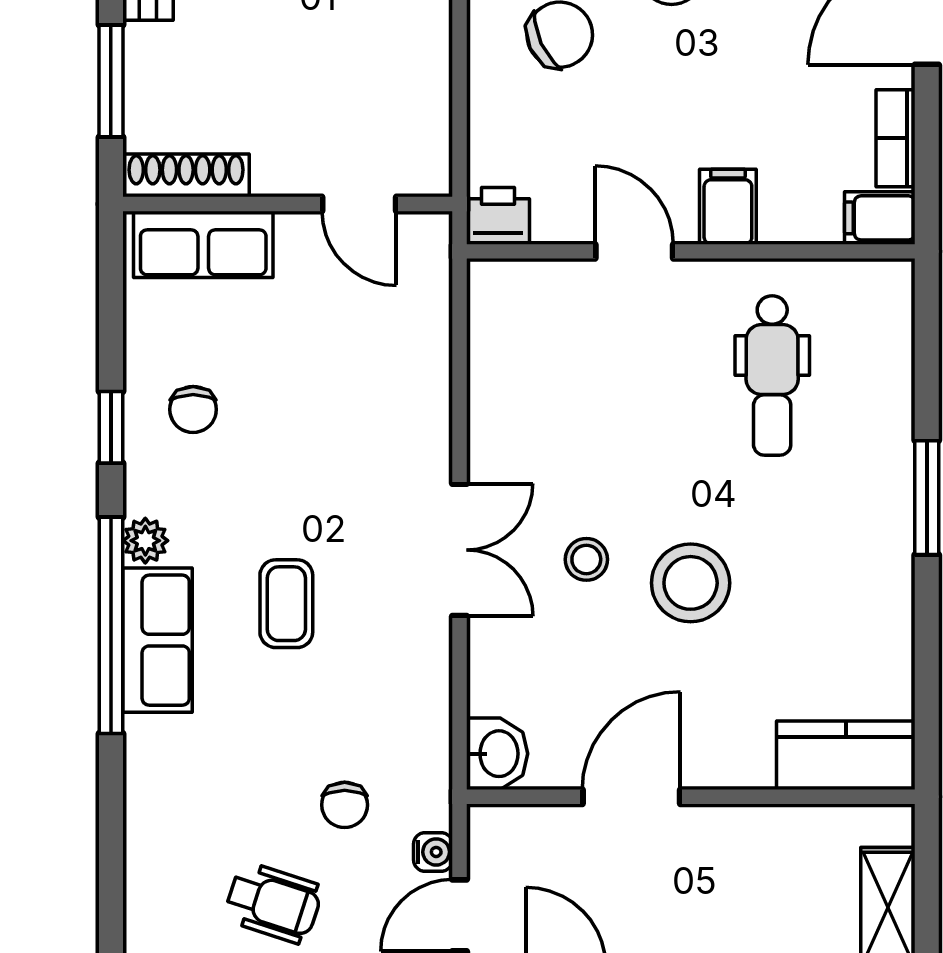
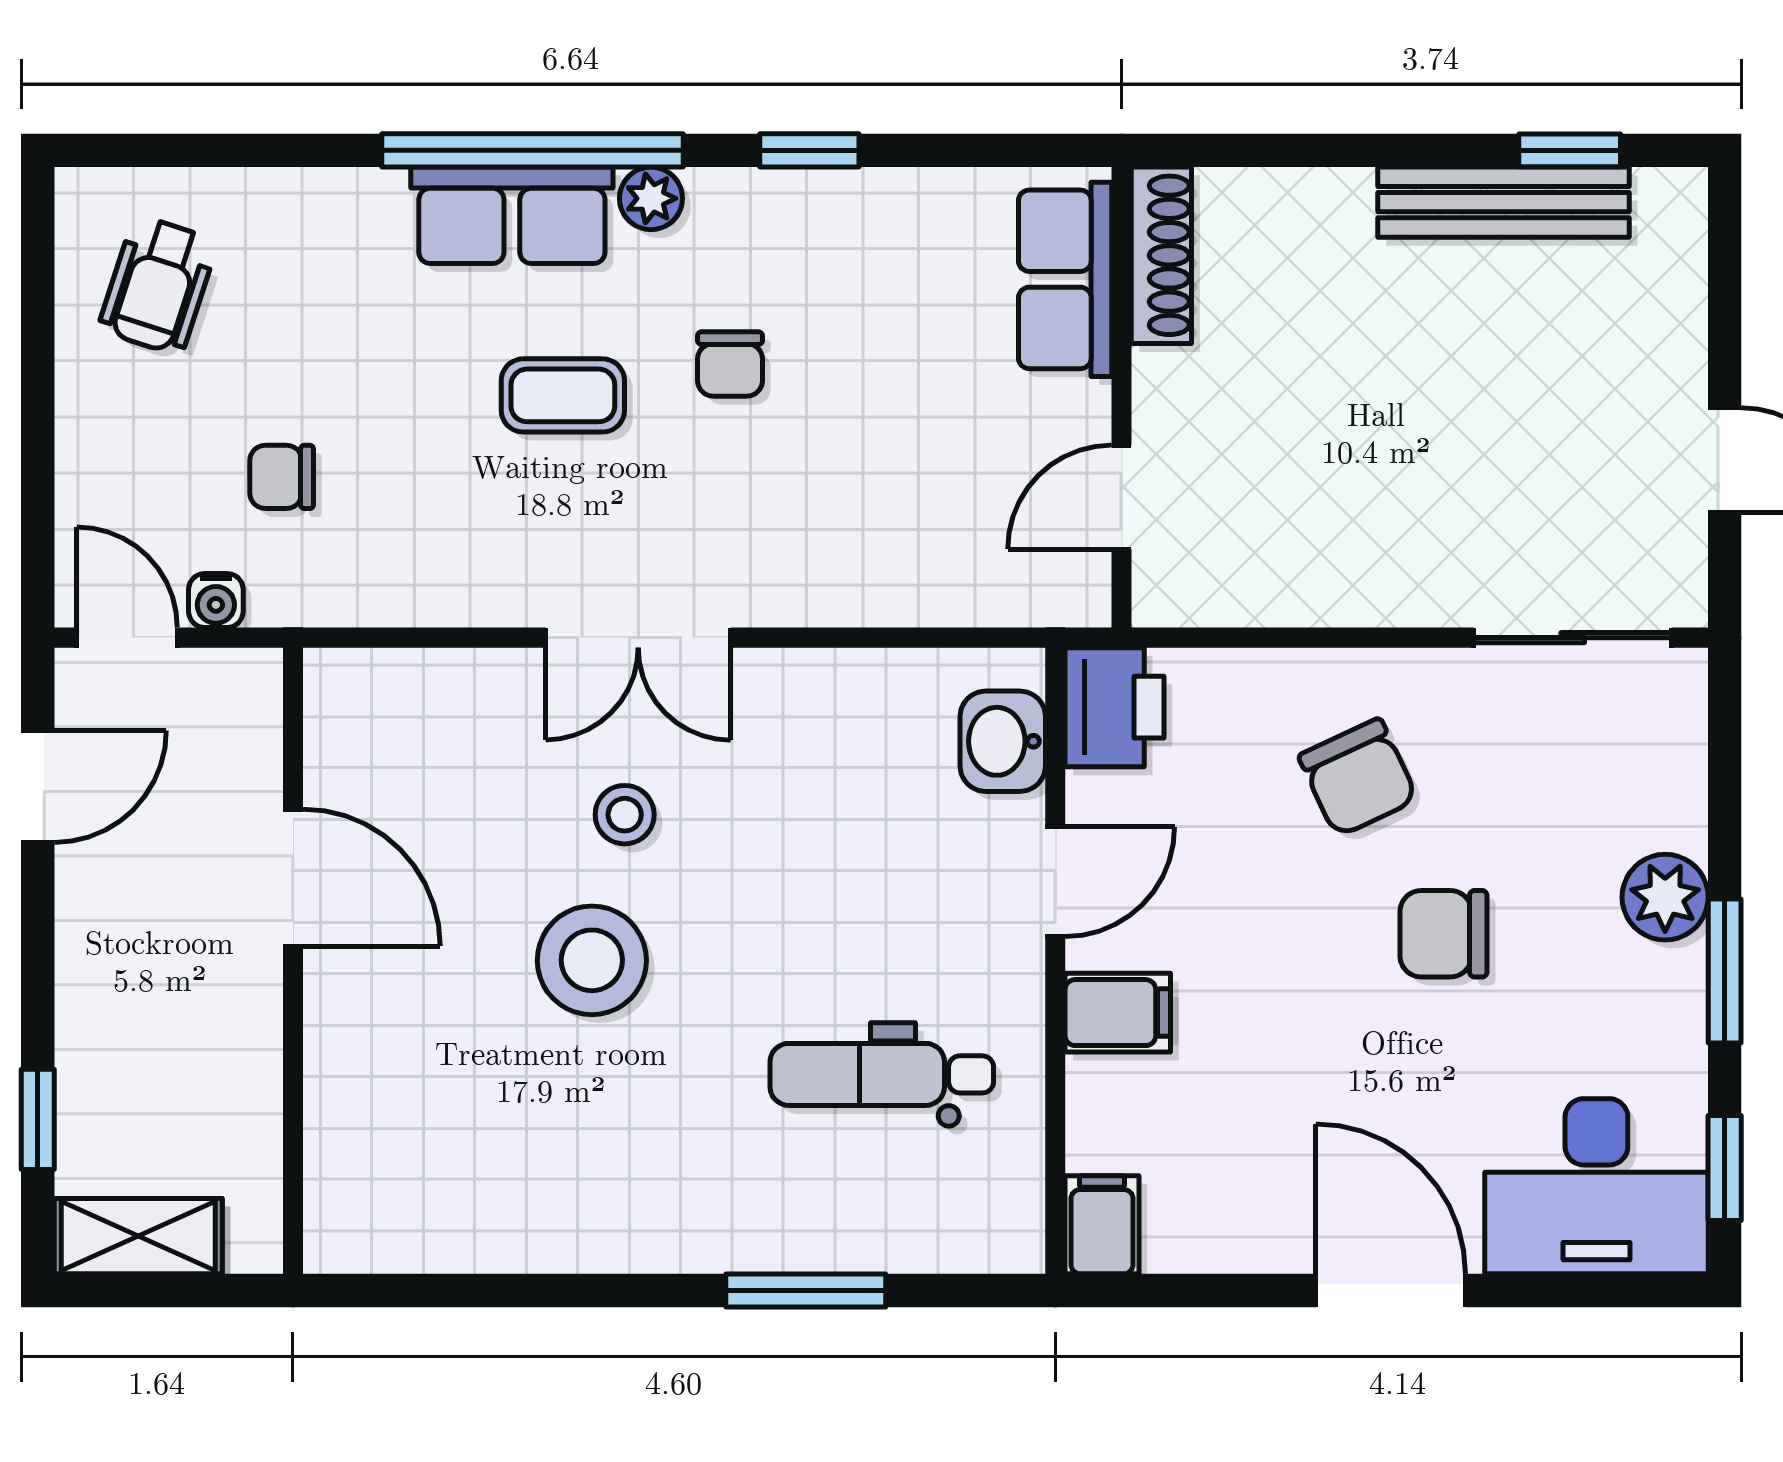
window: (111, 81) -> (1293, 150), removed
bookcase: (895, 138) -> (1213, 1247), removed
printer: (498, 216) -> (1114, 707), width x1.36, depth x1.24
chair: (193, 409) -> (730, 364), moved, turned -90
window: (927, 498) -> (806, 1290), moved
washbasin: (497, 754) -> (1003, 741), moved, turned 90
kitchen counter: (846, 755) -> (351, 1177), removed
wheelchair: (273, 903) -> (158, 285), moved

